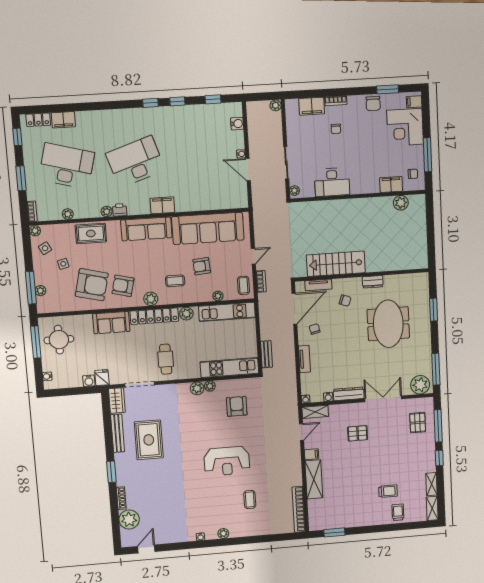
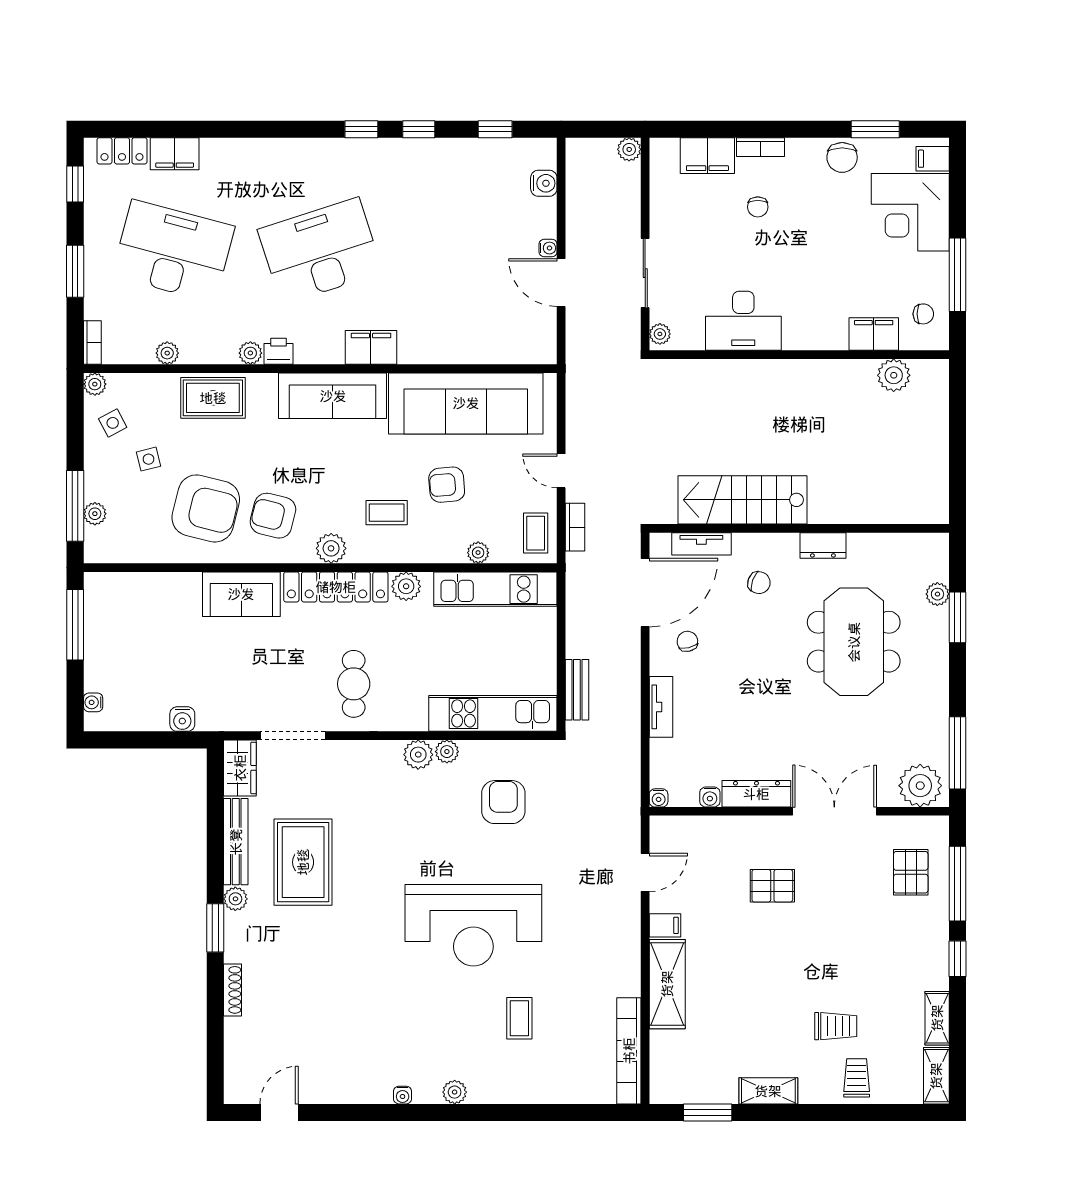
door: (253, 256) -> (561, 471), swing flipped
plant: (424, 300) -> (937, 594), added
round table: (59, 340) -> (125, 623), removed
fridge: (102, 378) -> (211, 714), removed
shelving: (315, 412) -> (768, 1091), moved
reception desk: (227, 461) -> (473, 925), width x1.36, depth x1.30
plant: (129, 519) -> (235, 899), moved, width x0.53, depth x0.53

